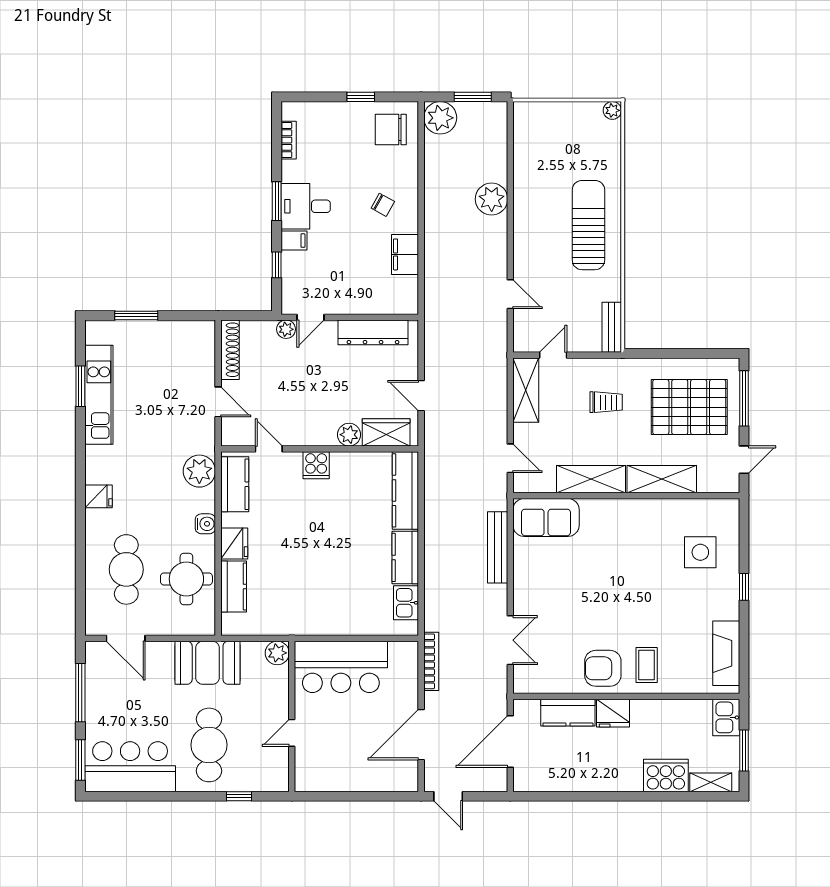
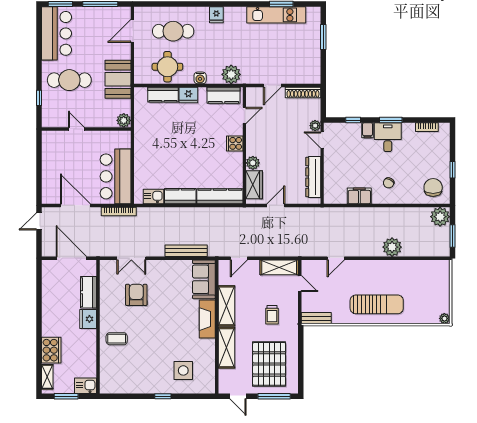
fireplace: (726, 653) -> (207, 319), moved, turned -90
bar counter: (341, 667) -> (116, 176), moved
armchair: (603, 668) -> (136, 295), moved

